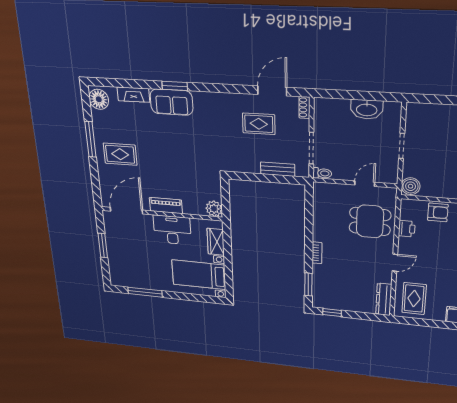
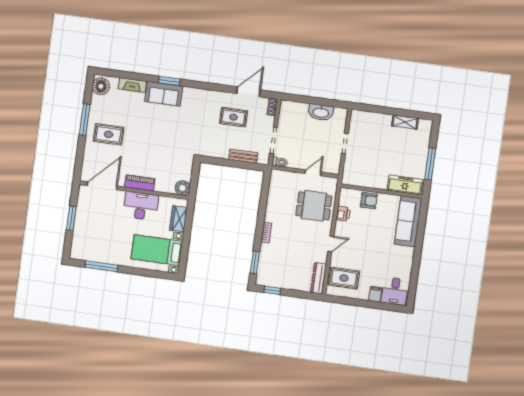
boiler: (411, 186) -> (349, 177), removed
rug: (414, 299) -> (344, 278), turned 90

